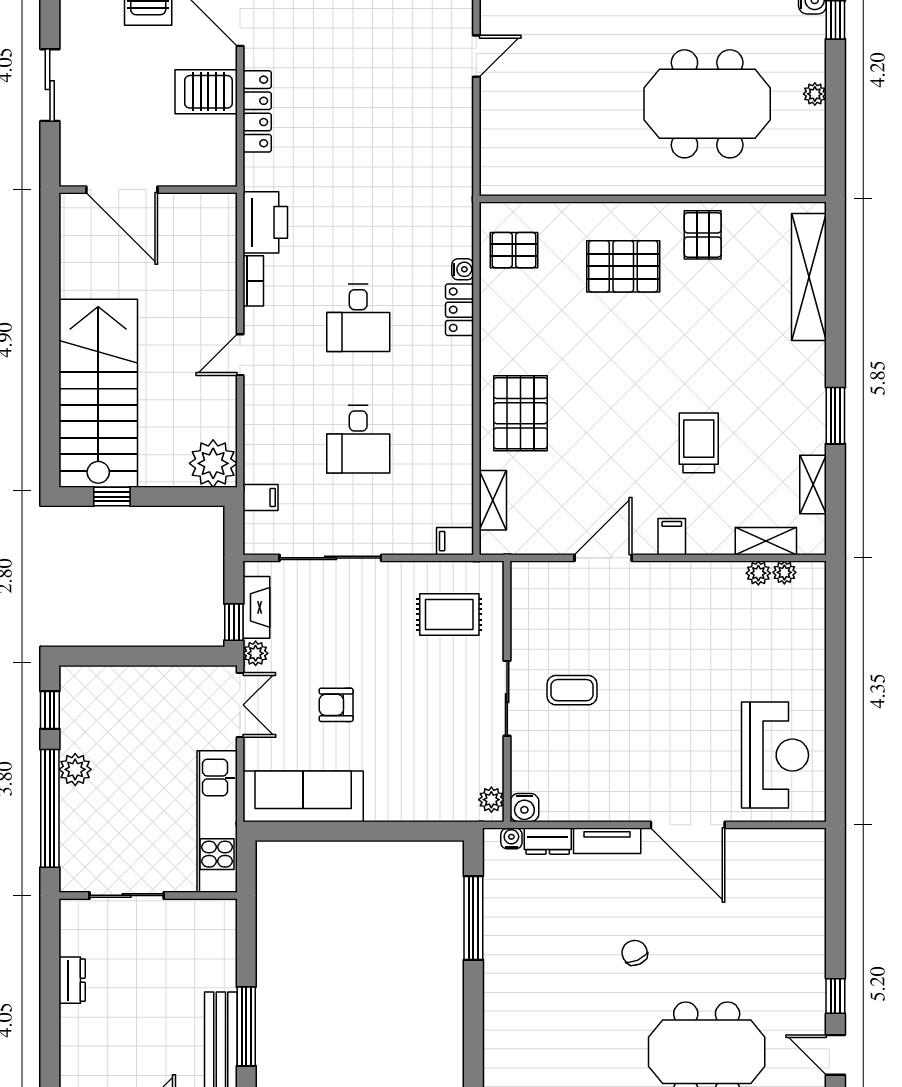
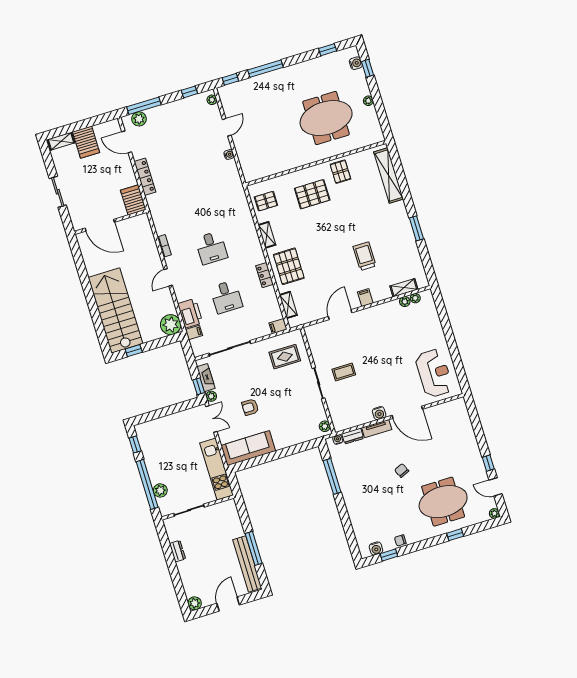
server rack: (206, 92) -> (133, 200), moved, turned 90
printer: (265, 222) -> (190, 313), moved
water cooler: (463, 269) -> (229, 154), moved
locker: (460, 310) -> (264, 275), moved
shelving: (813, 484) -> (267, 235), moved
plant: (75, 769) -> (160, 490), moved
water cooler: (524, 808) -> (379, 413), moved

